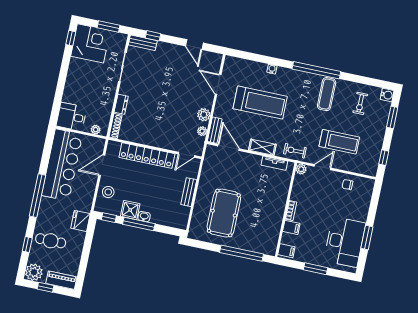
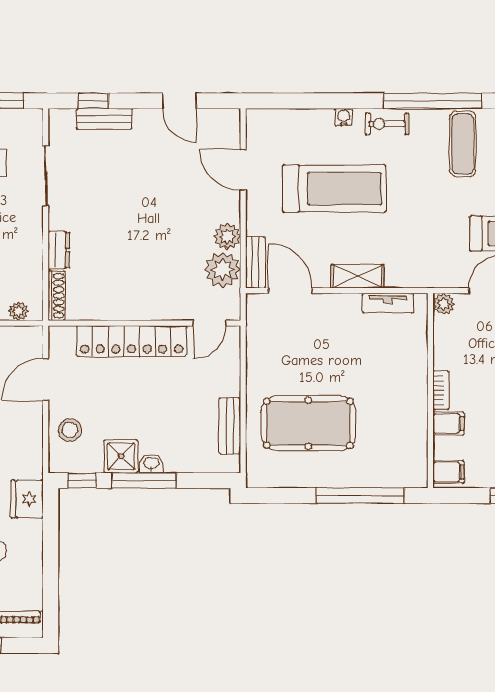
bench: (143, 43) -> (104, 119), moved
plant: (202, 131) -> (223, 270), width x1.88, depth x1.88
exercise bike: (295, 151) -> (387, 124), moved
bench: (189, 192) -> (230, 426), moved
pool table: (224, 213) -> (308, 423), turned 90

